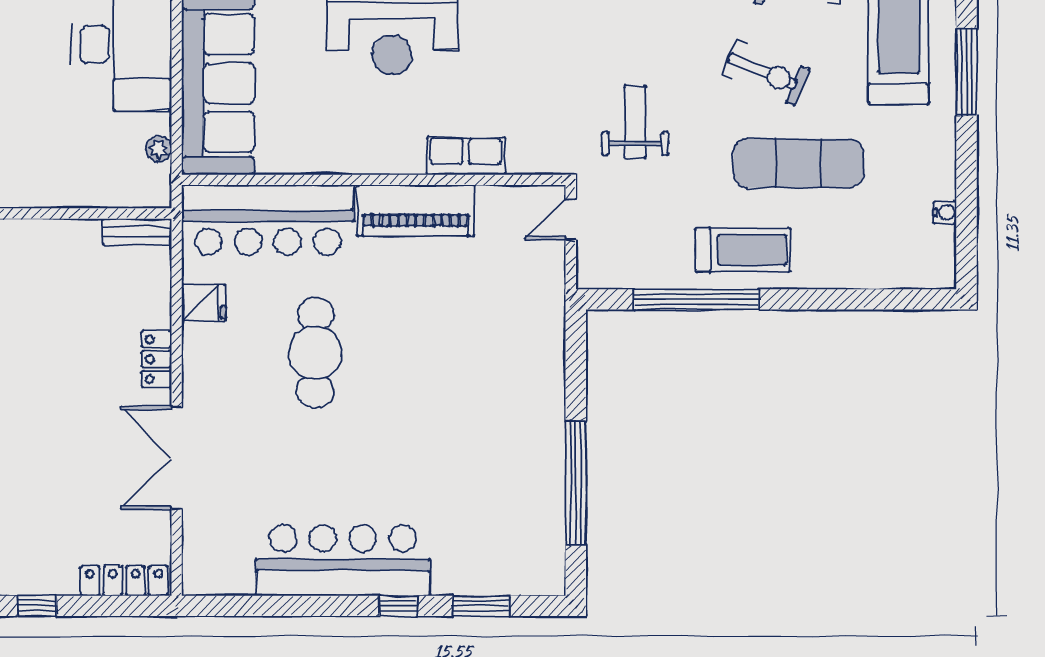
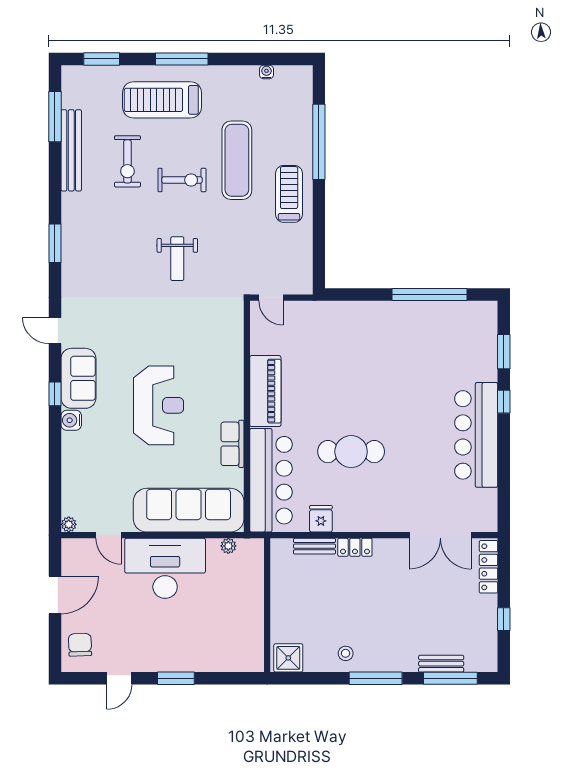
exercise bike: (766, 72) -> (182, 180), turned 67
weight bench: (635, 122) -> (177, 259), moved, turned -90
row of seats: (466, 156) -> (232, 444), moved
bench: (137, 232) -> (314, 546), moved, turned 90
window: (696, 299) -> (319, 142), moved
double door: (177, 458) -> (440, 535), moved

